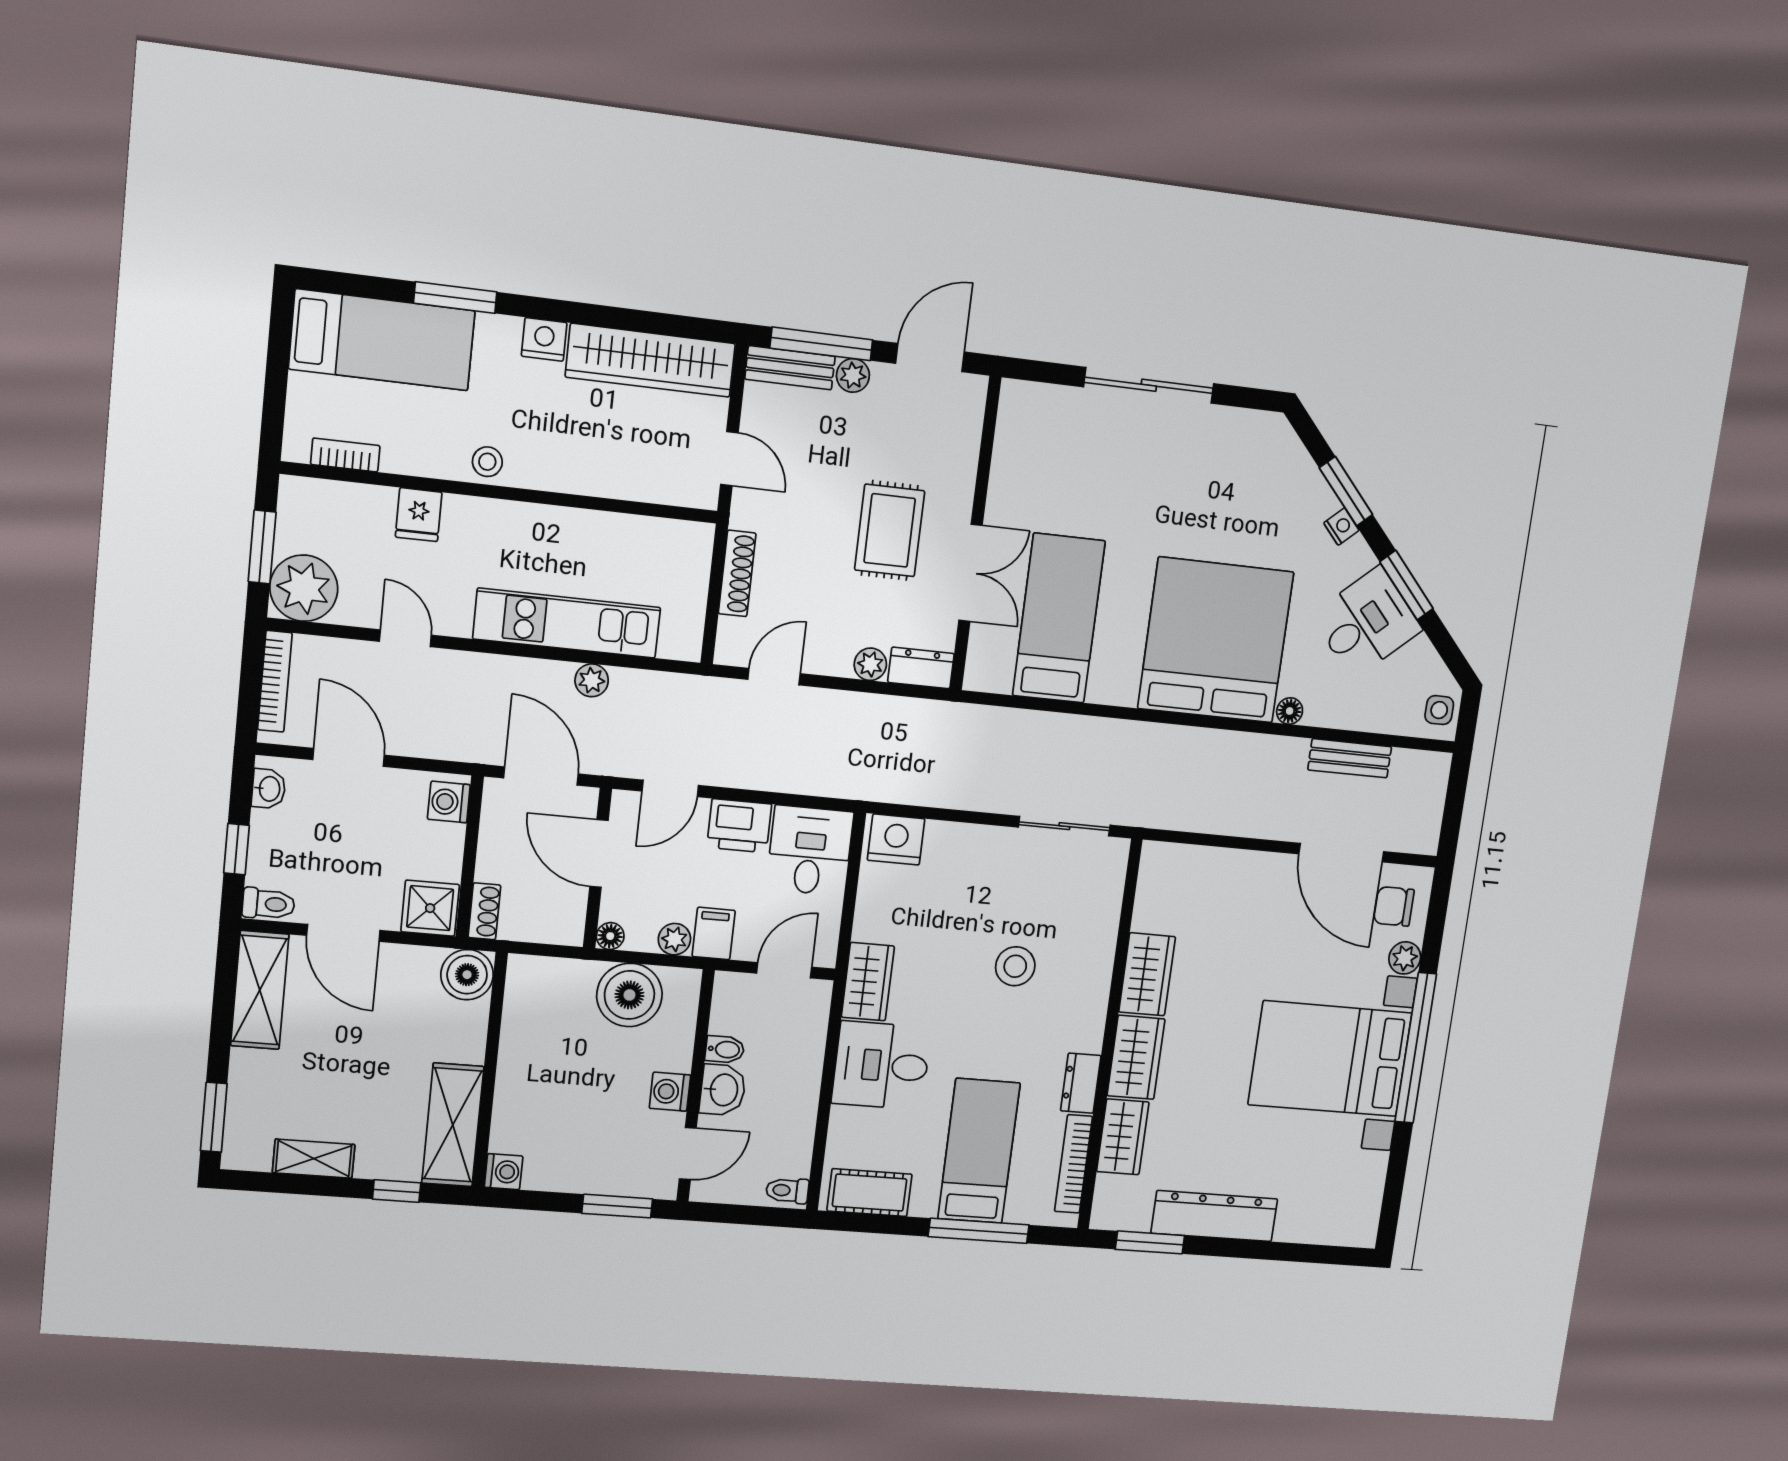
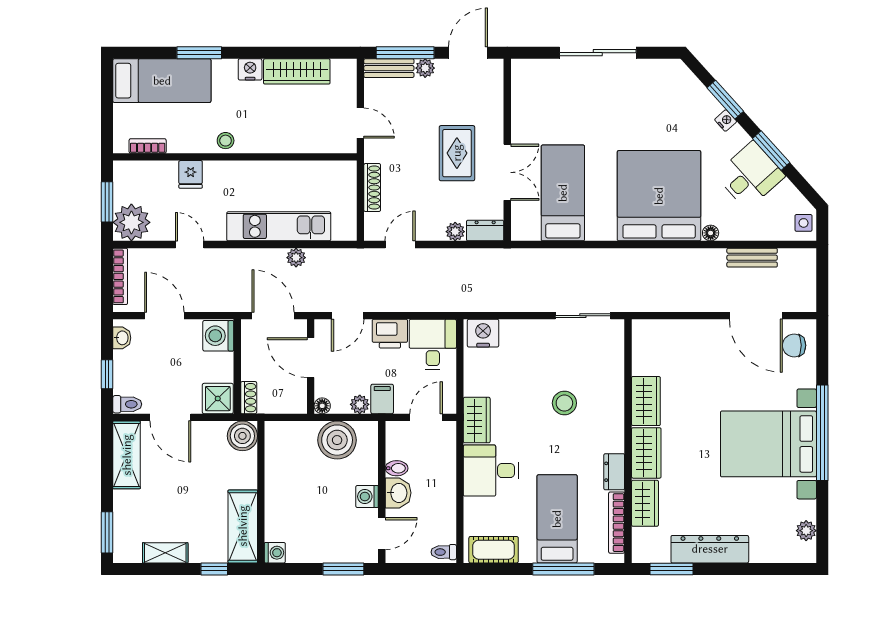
wardrobe: (650, 360) -> (297, 71), width x0.71, depth x0.85
washing machine: (449, 802) -> (218, 336), width x1.38, depth x1.38
plant: (1405, 958) -> (806, 531), moved

